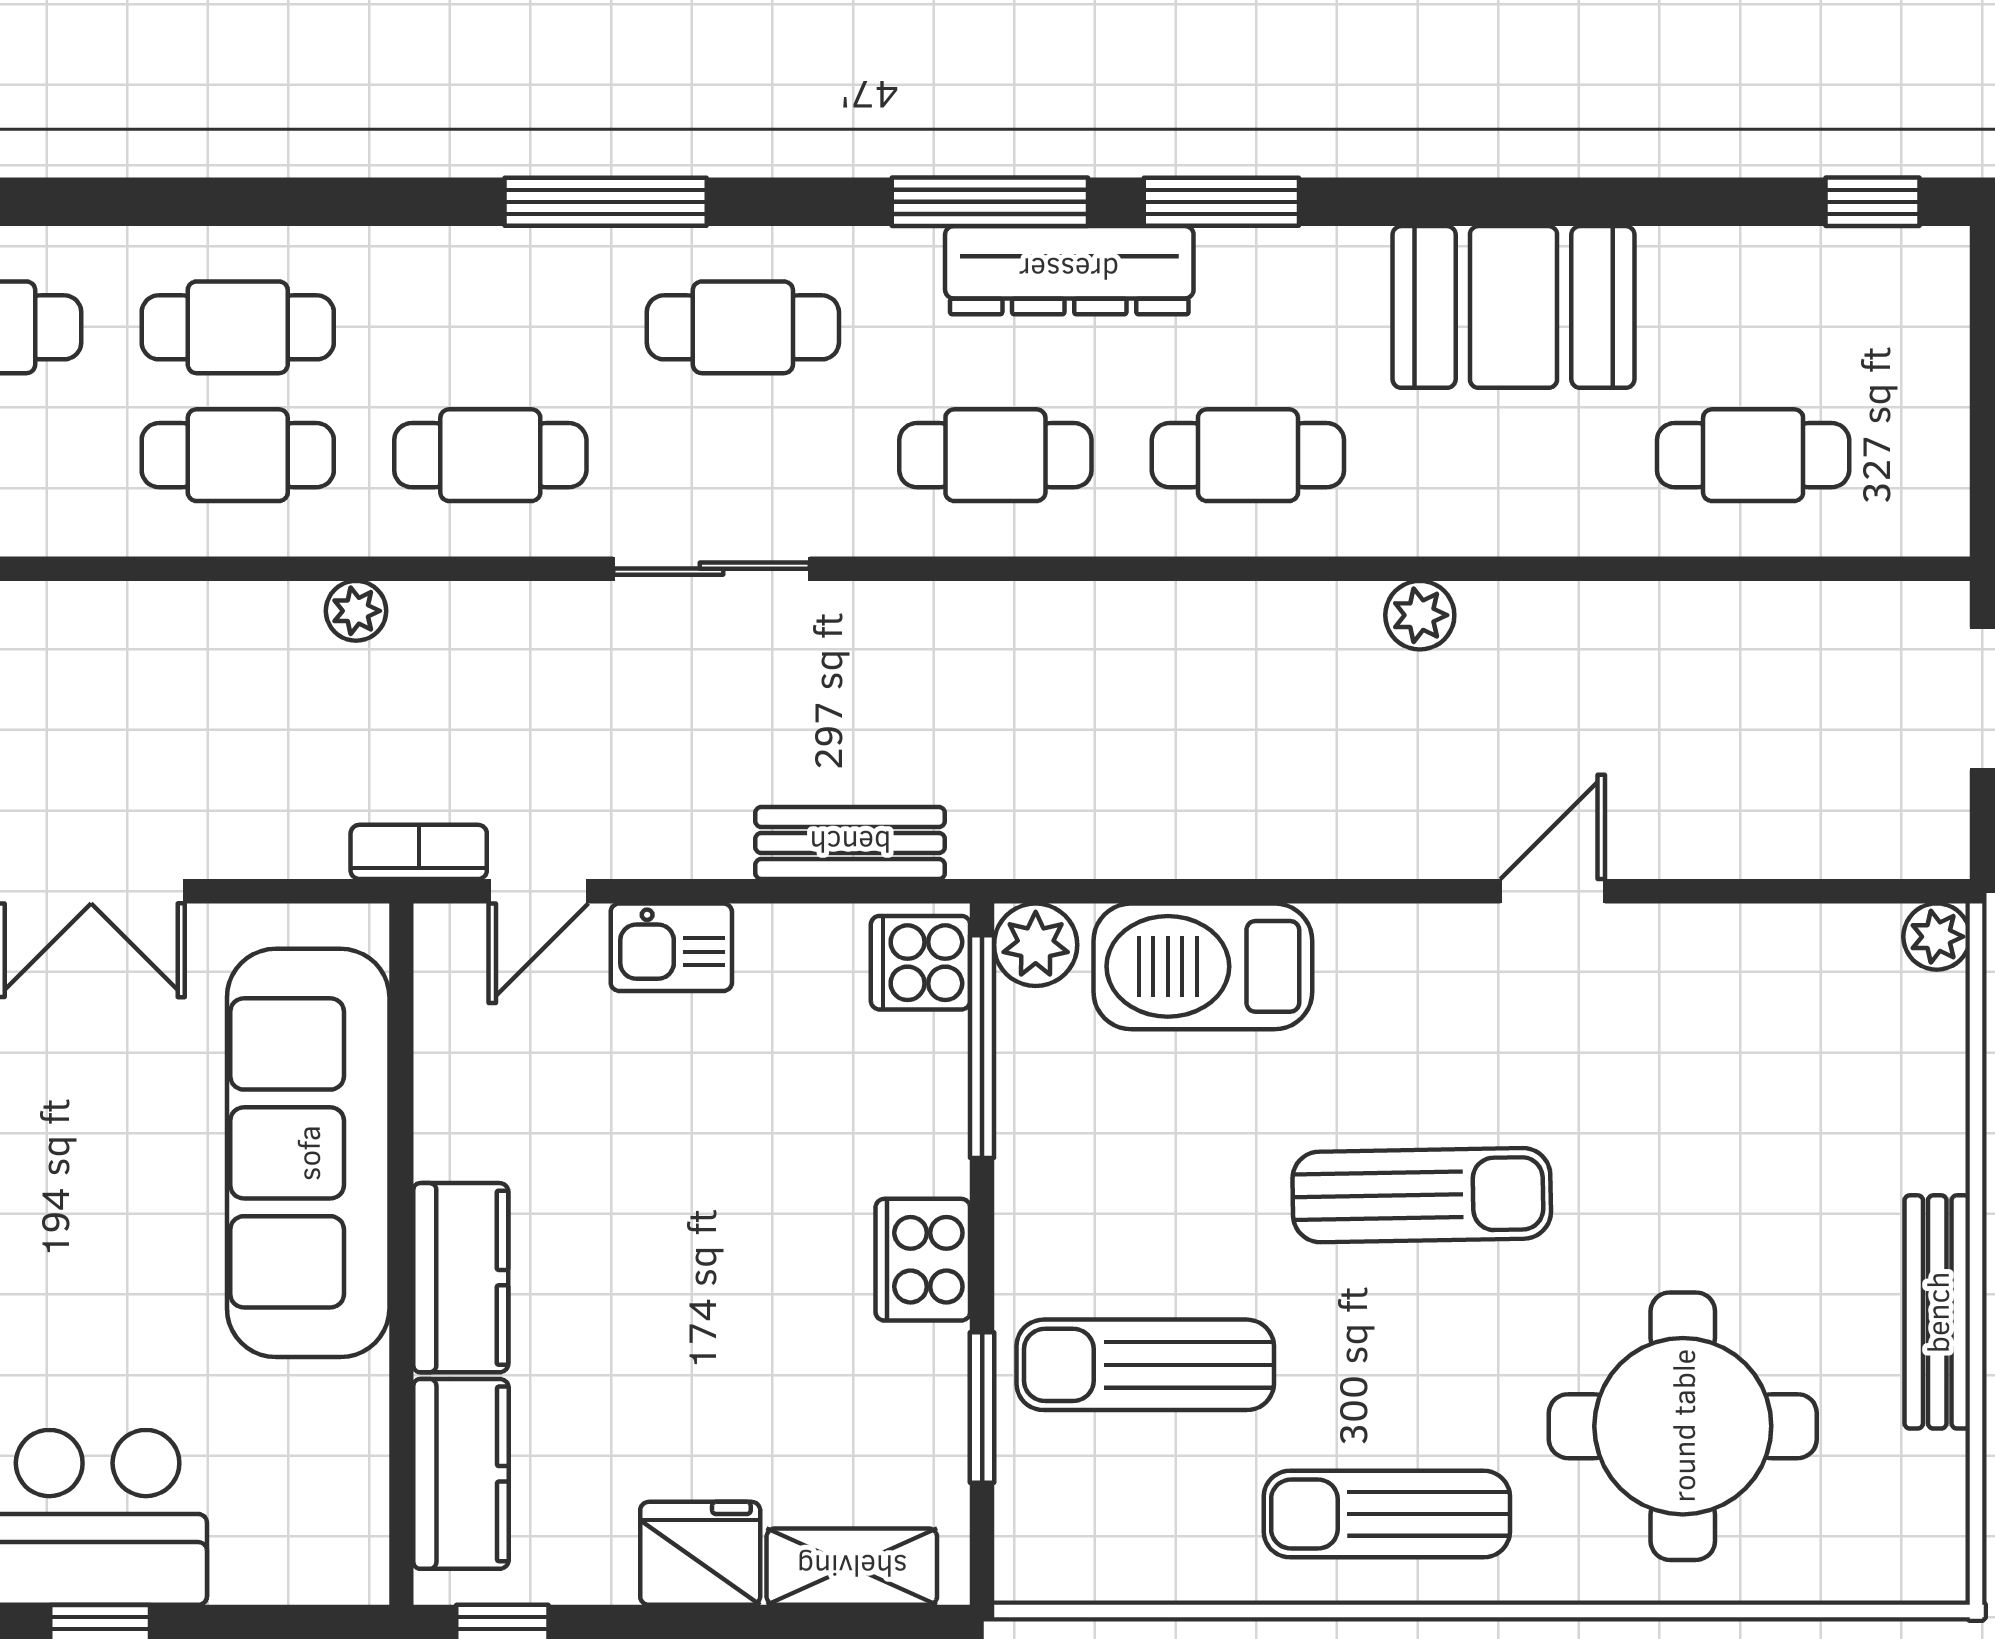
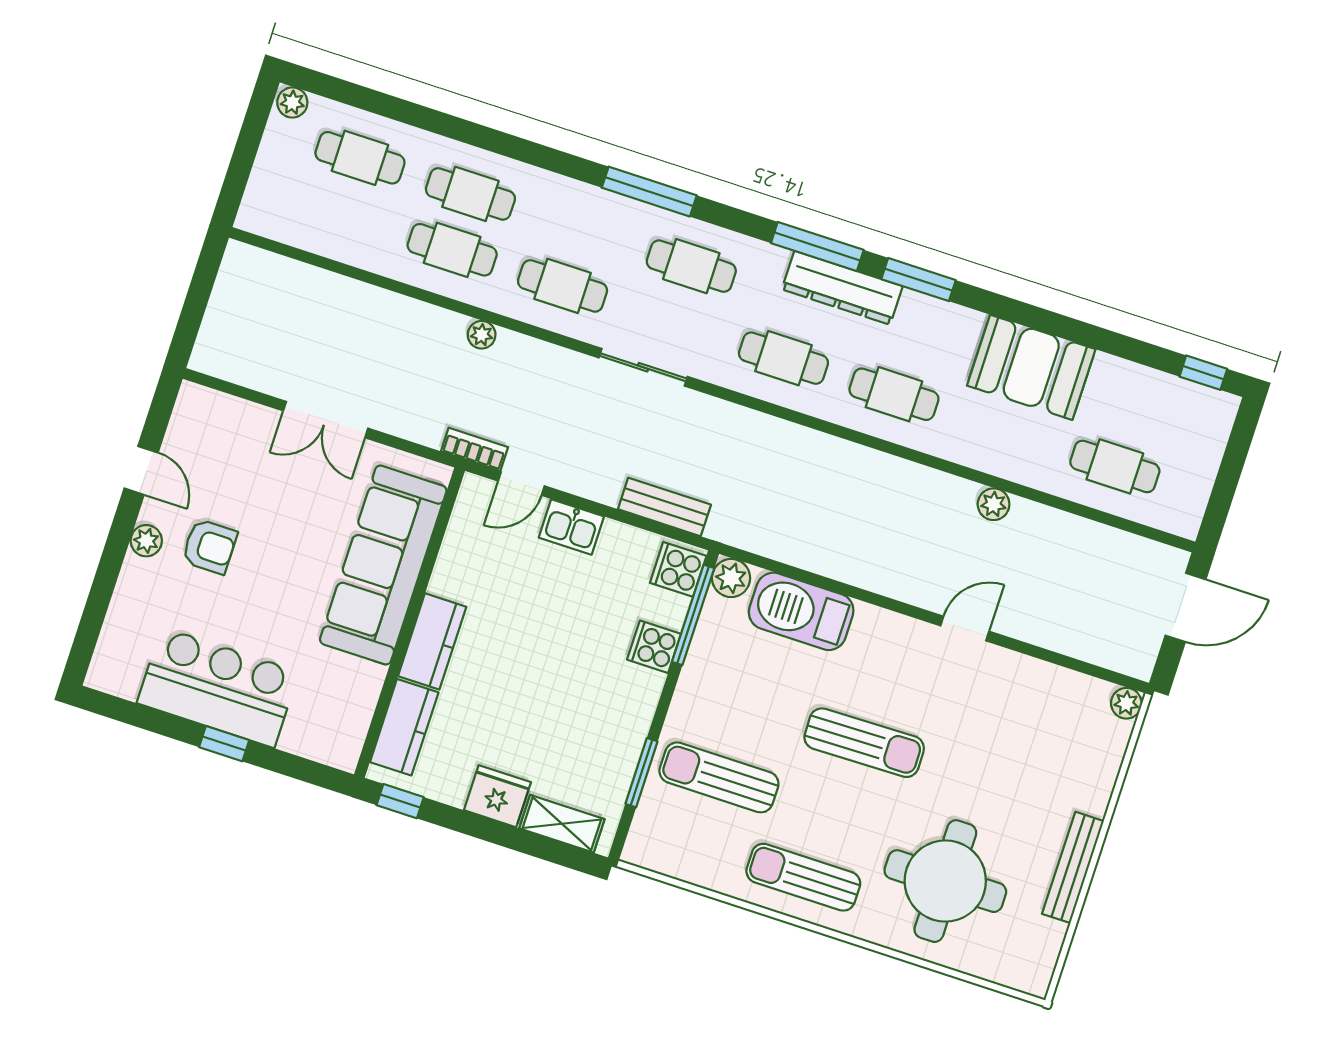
plant: (1420, 615) -> (994, 504), moved
cooker: (923, 1260) -> (654, 647), moved, width x0.73

